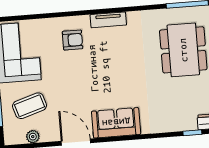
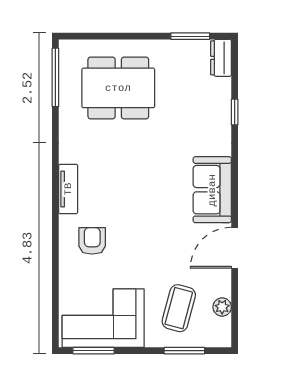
coffee table: (30, 106) -> (179, 308), turned 32
window: (192, 133) -> (235, 112), moved

